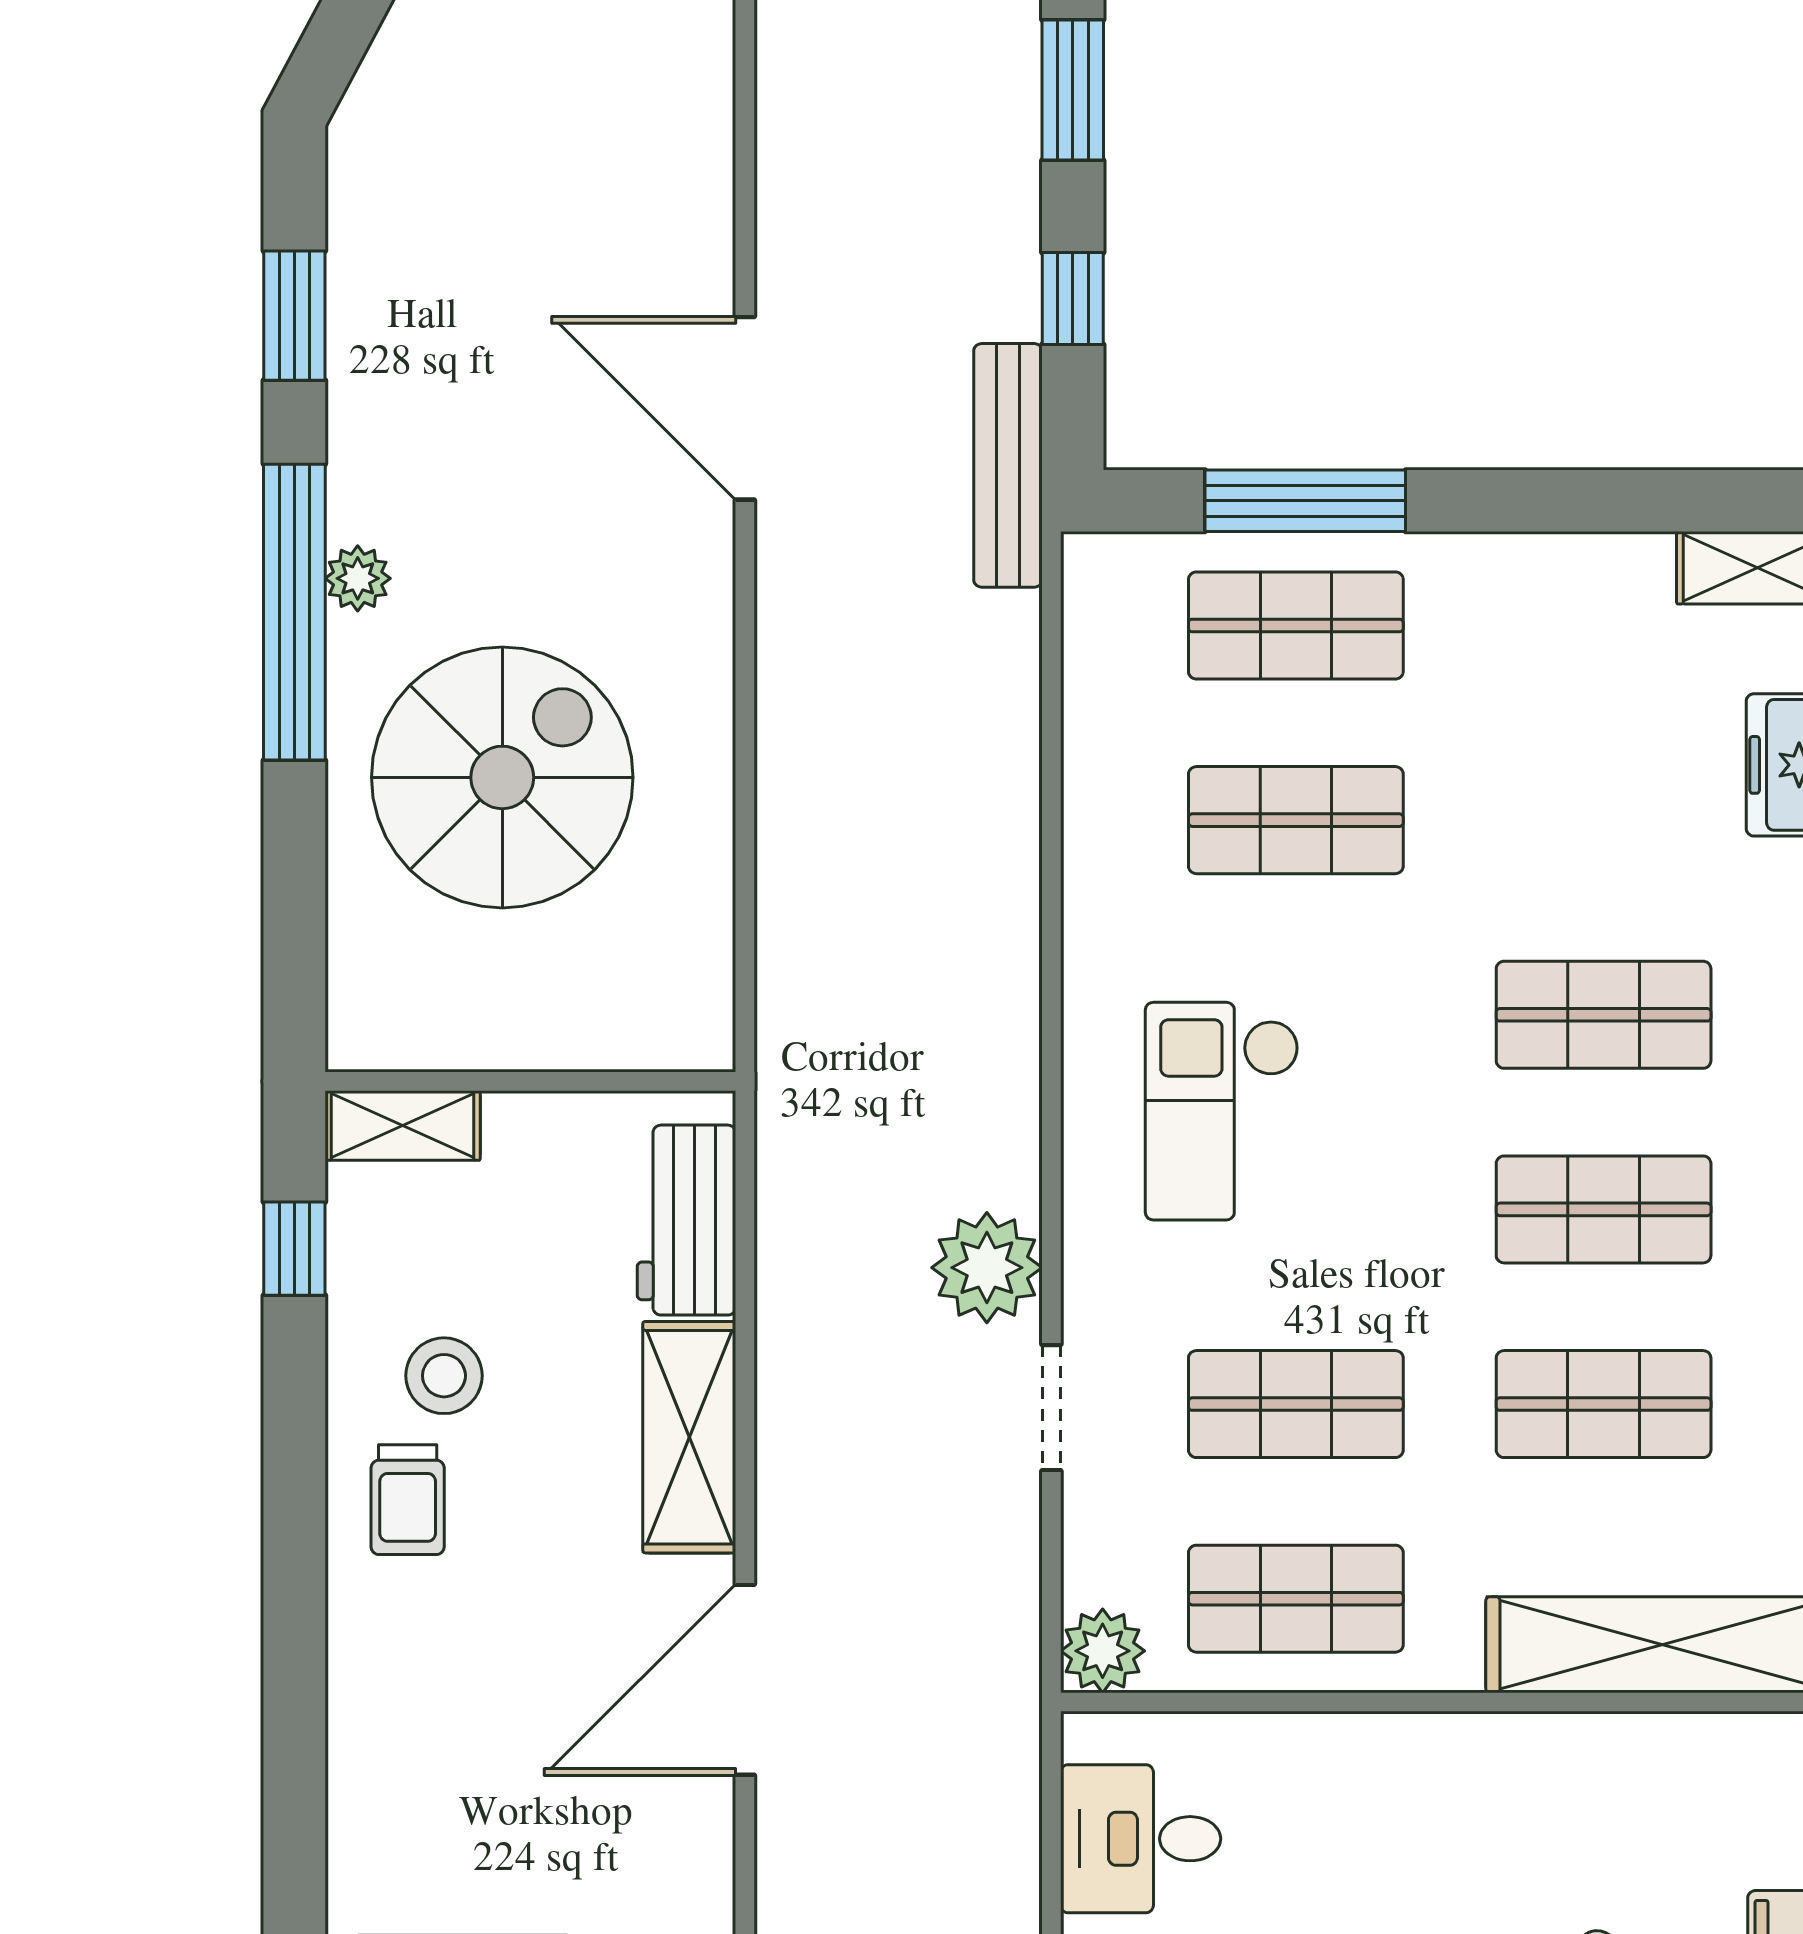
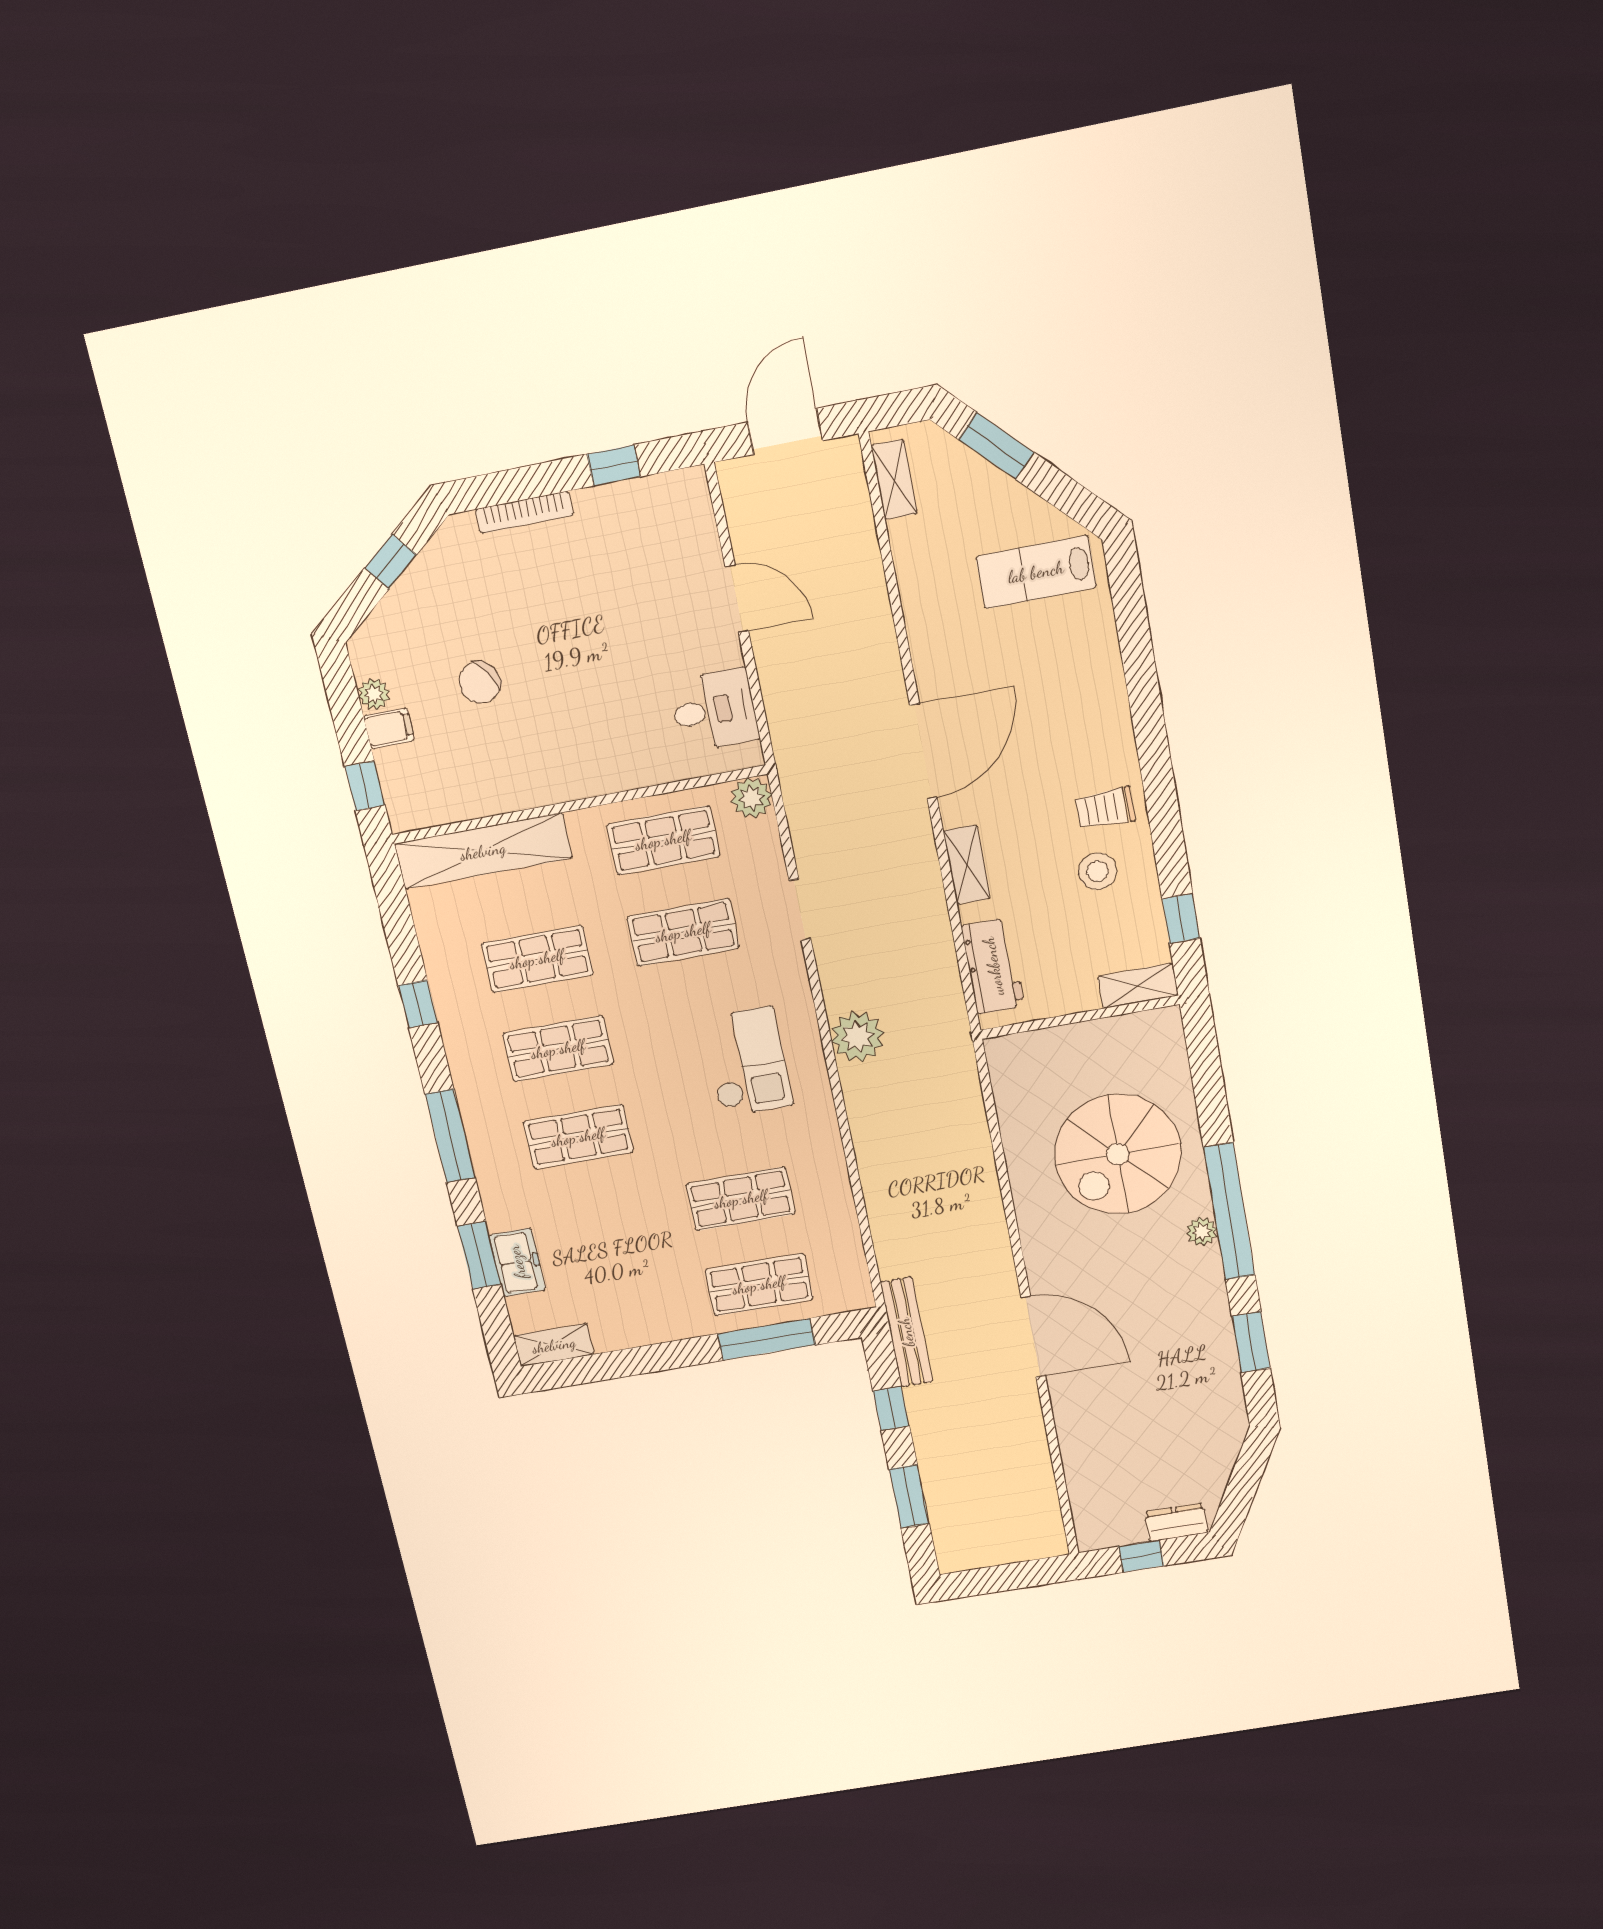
plant: (987, 1268) -> (857, 1037), moved
shelving: (689, 1437) -> (967, 865), width x0.67, depth x0.75
trolley: (408, 1500) -> (1105, 808), turned -90

